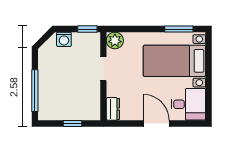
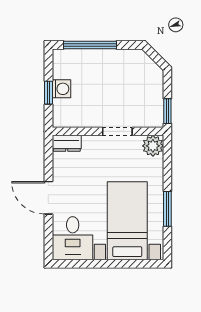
window: (179, 29) -> (167, 209), moved
washing machine: (64, 39) -> (61, 89), moved, turned 180
door: (156, 123) -> (48, 198), swing flipped

